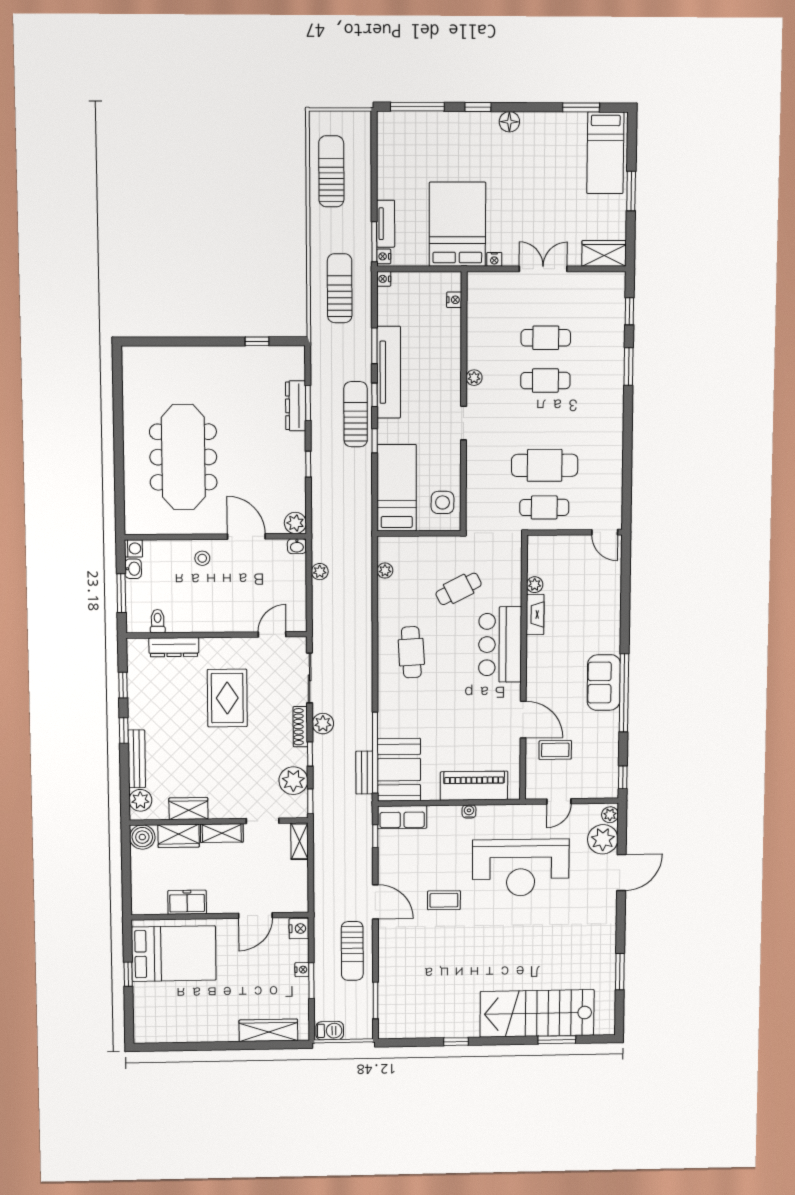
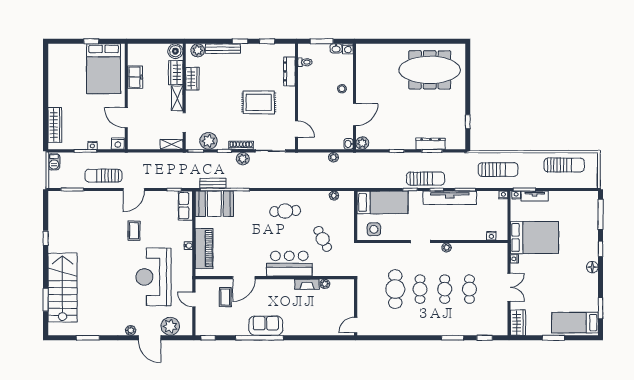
meeting table: (183, 457) -> (430, 70), moved
cafe table: (544, 507) -> (420, 289), moved
plant: (610, 815) -> (131, 330), moved

